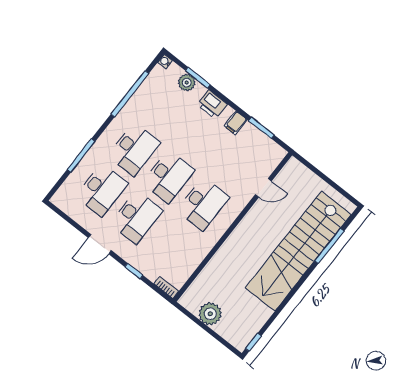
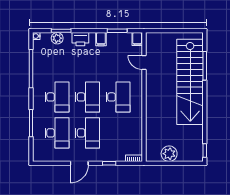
filing cabinet: (277, 155) -> (137, 39), added
door: (263, 188) -> (144, 62), swing flipped

